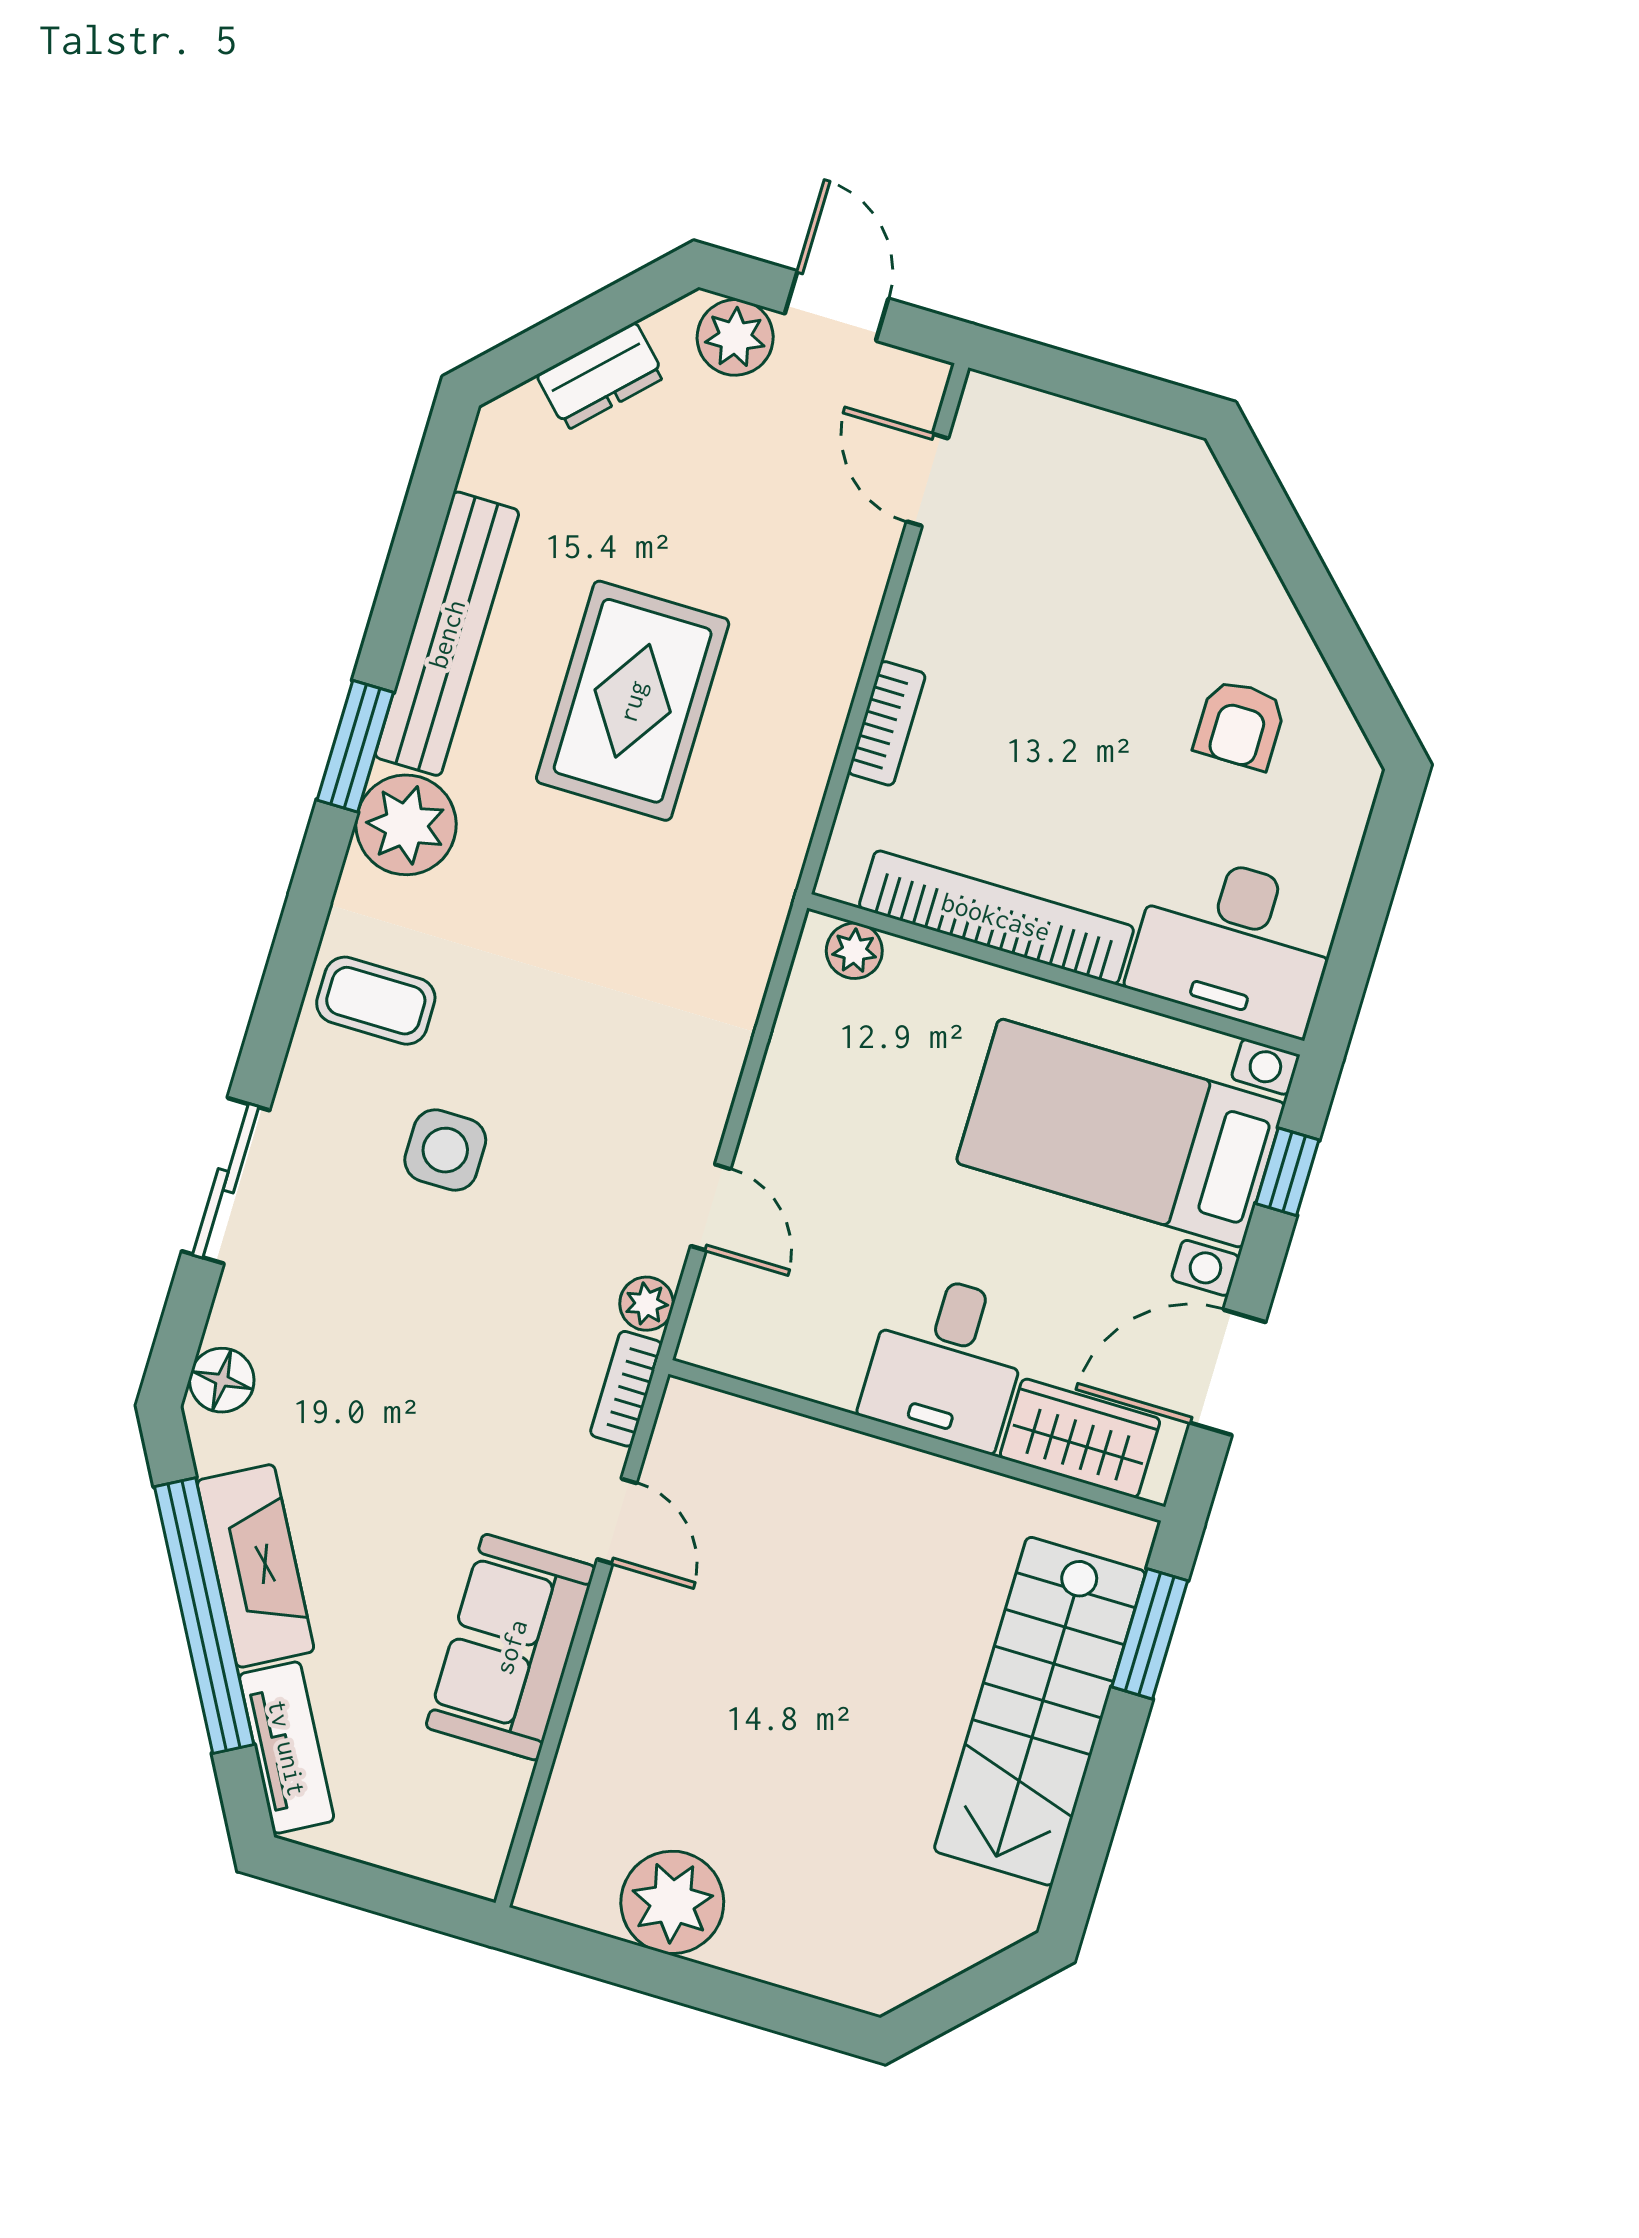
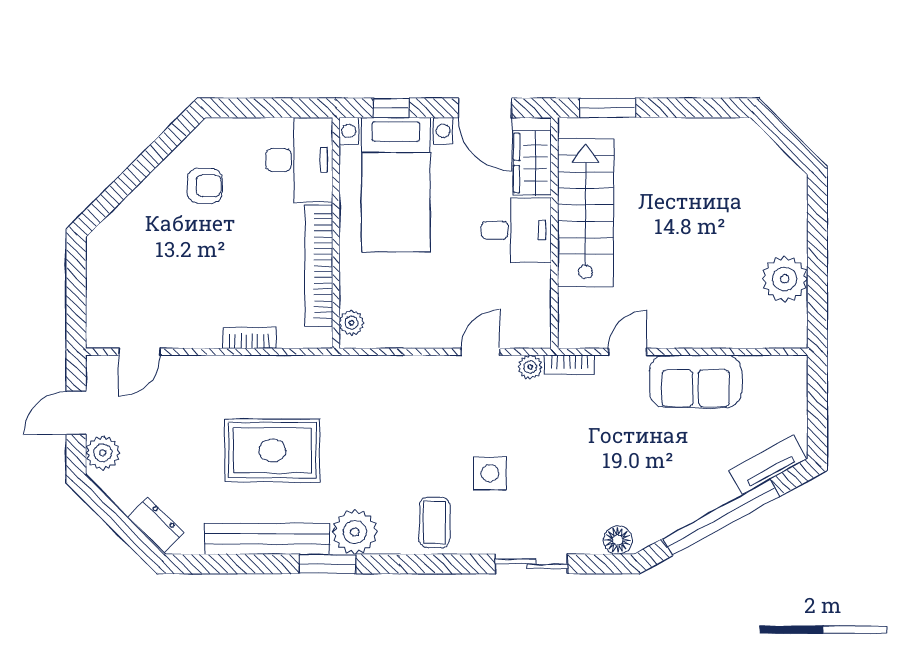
dresser: (601, 376) -> (156, 525), moved
fireplace: (256, 1566) -> (693, 502), removed
stairs: (1040, 1711) -> (585, 213), moved, turned -90

